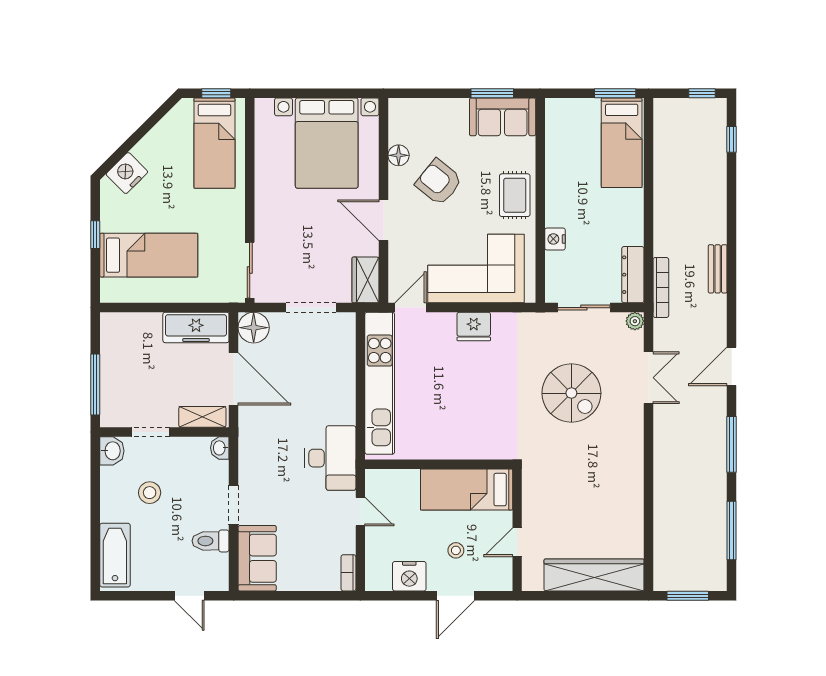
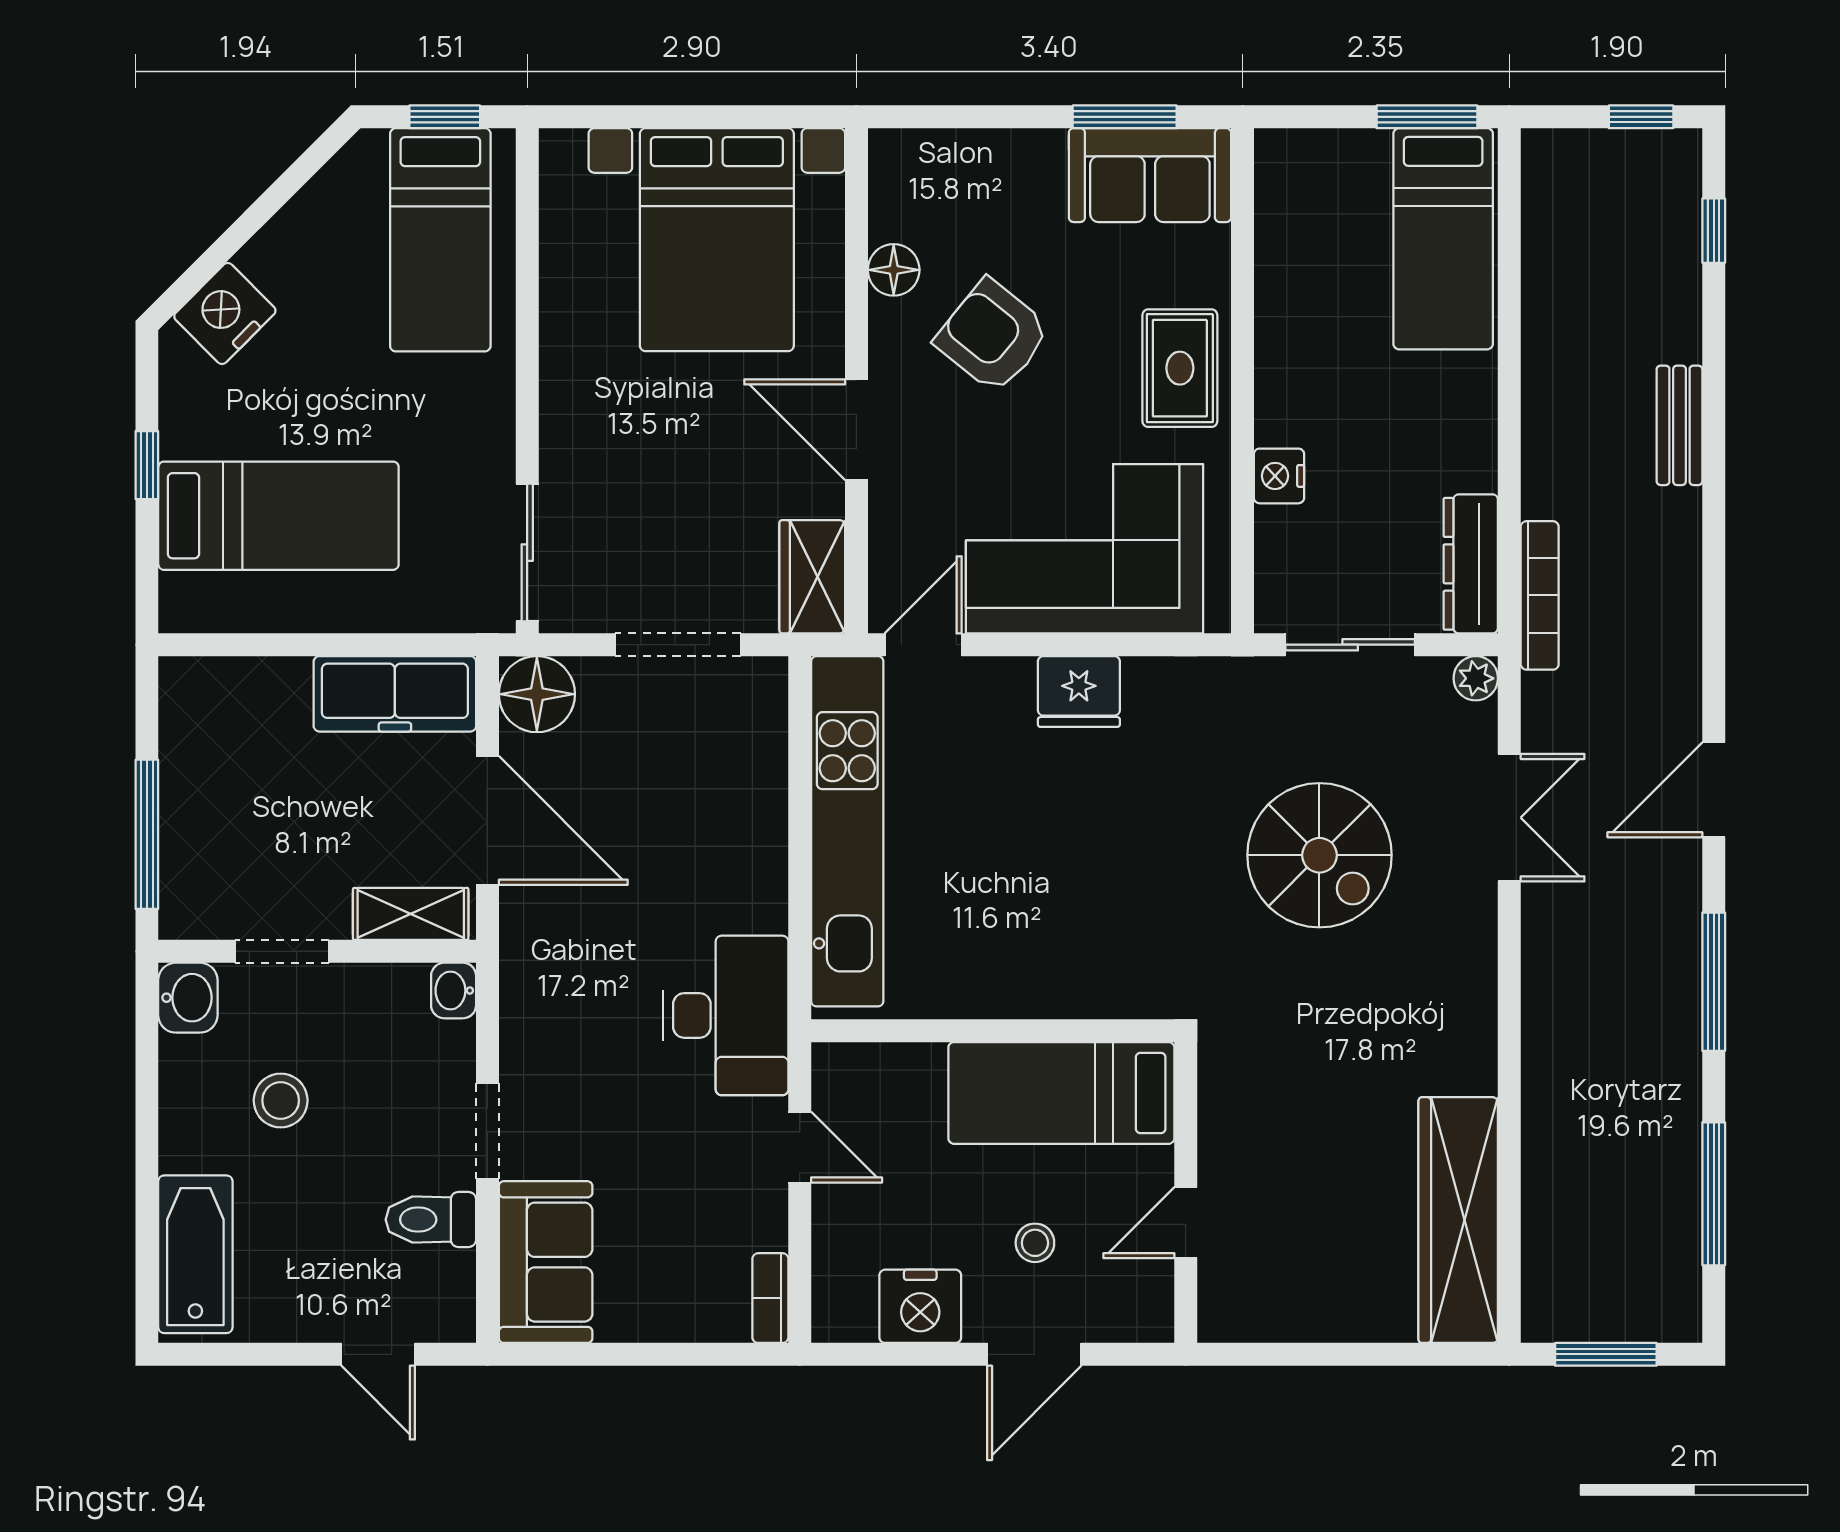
bench: (718, 269) -> (1680, 425), moved
wardrobe: (594, 575) -> (1458, 1220), moved, turned -90

